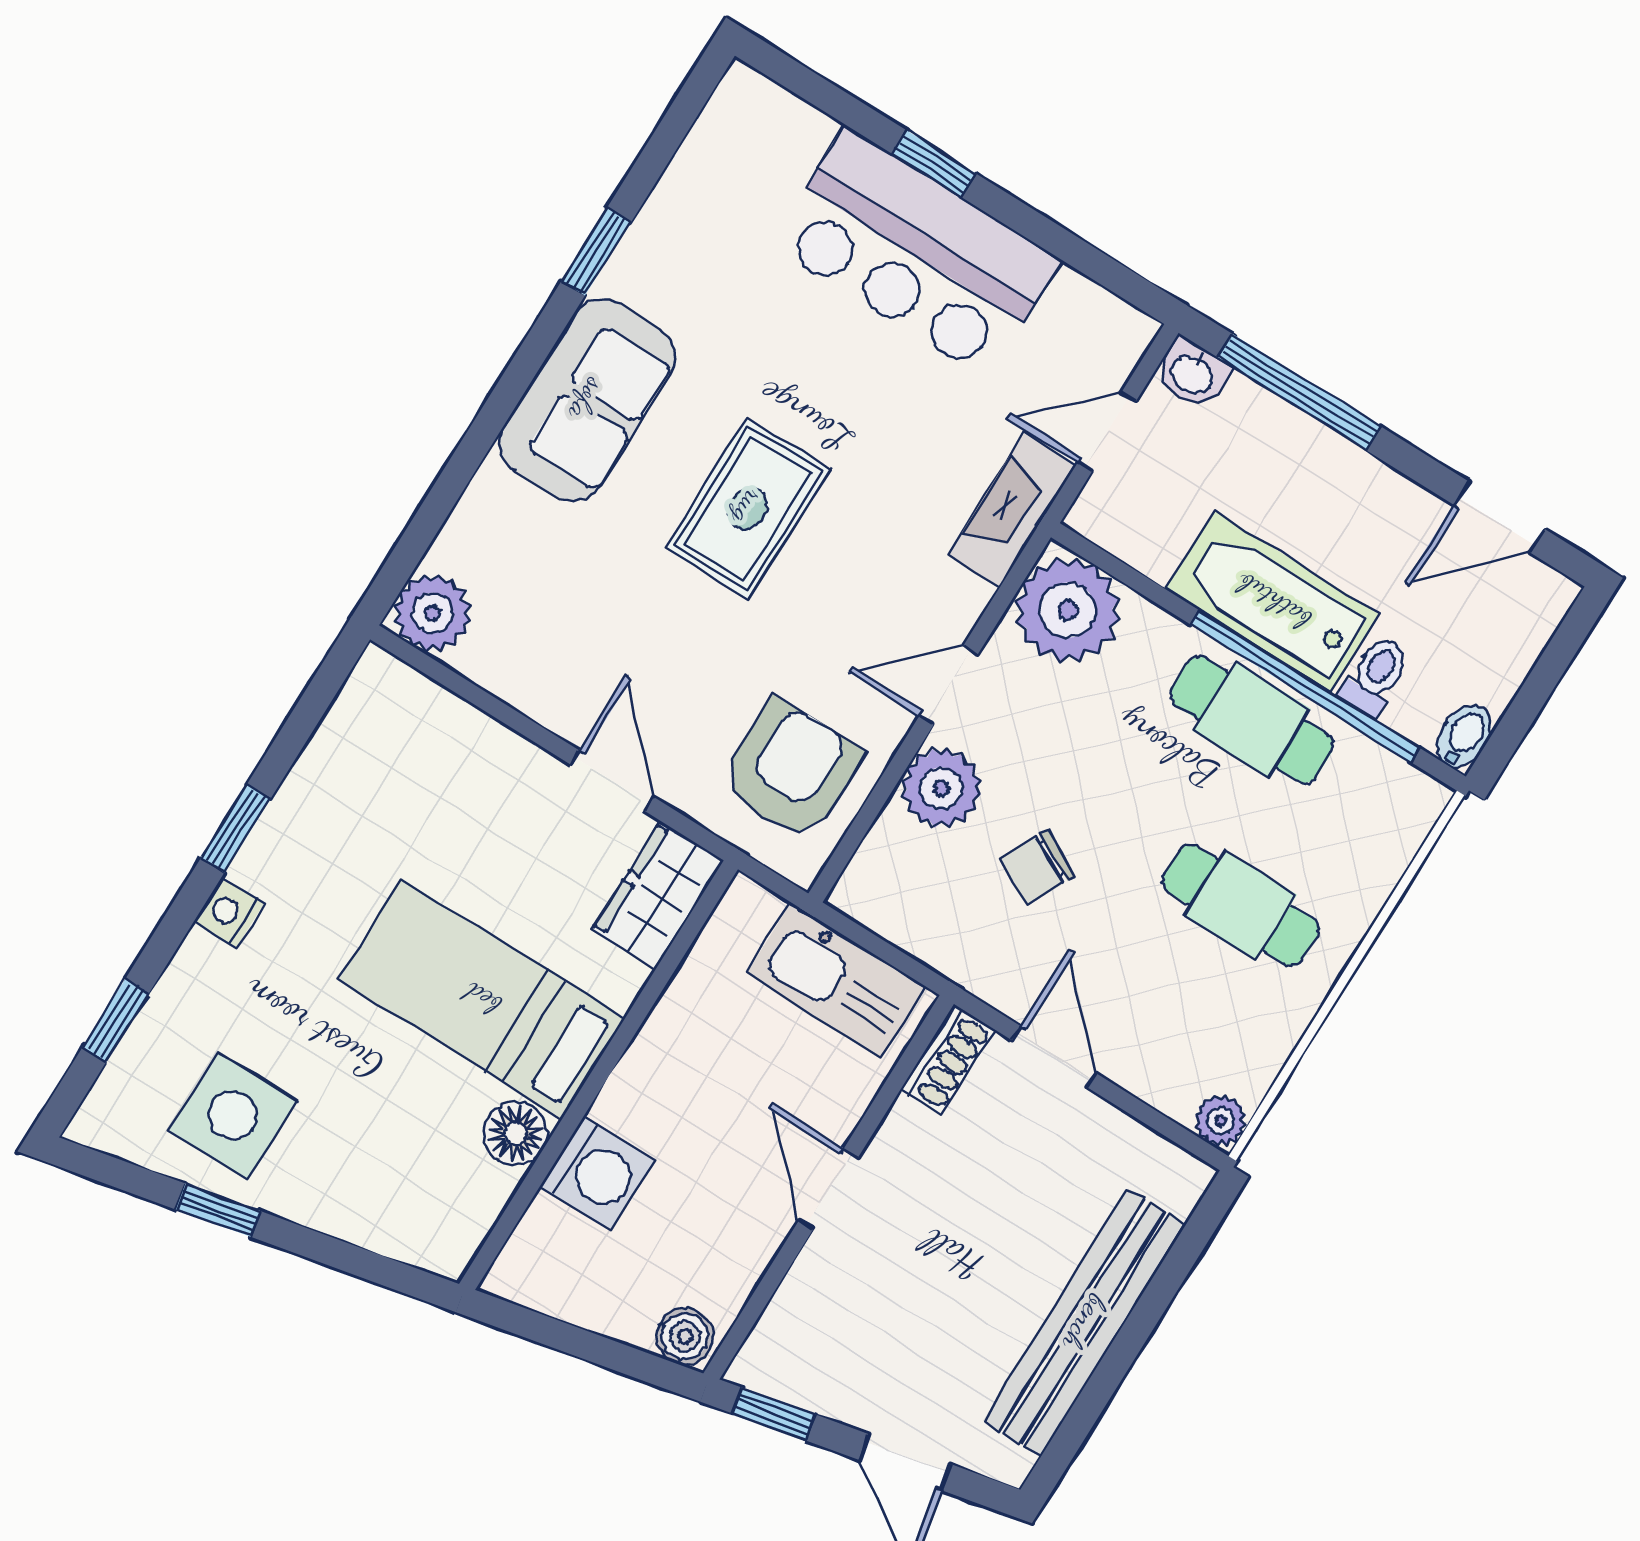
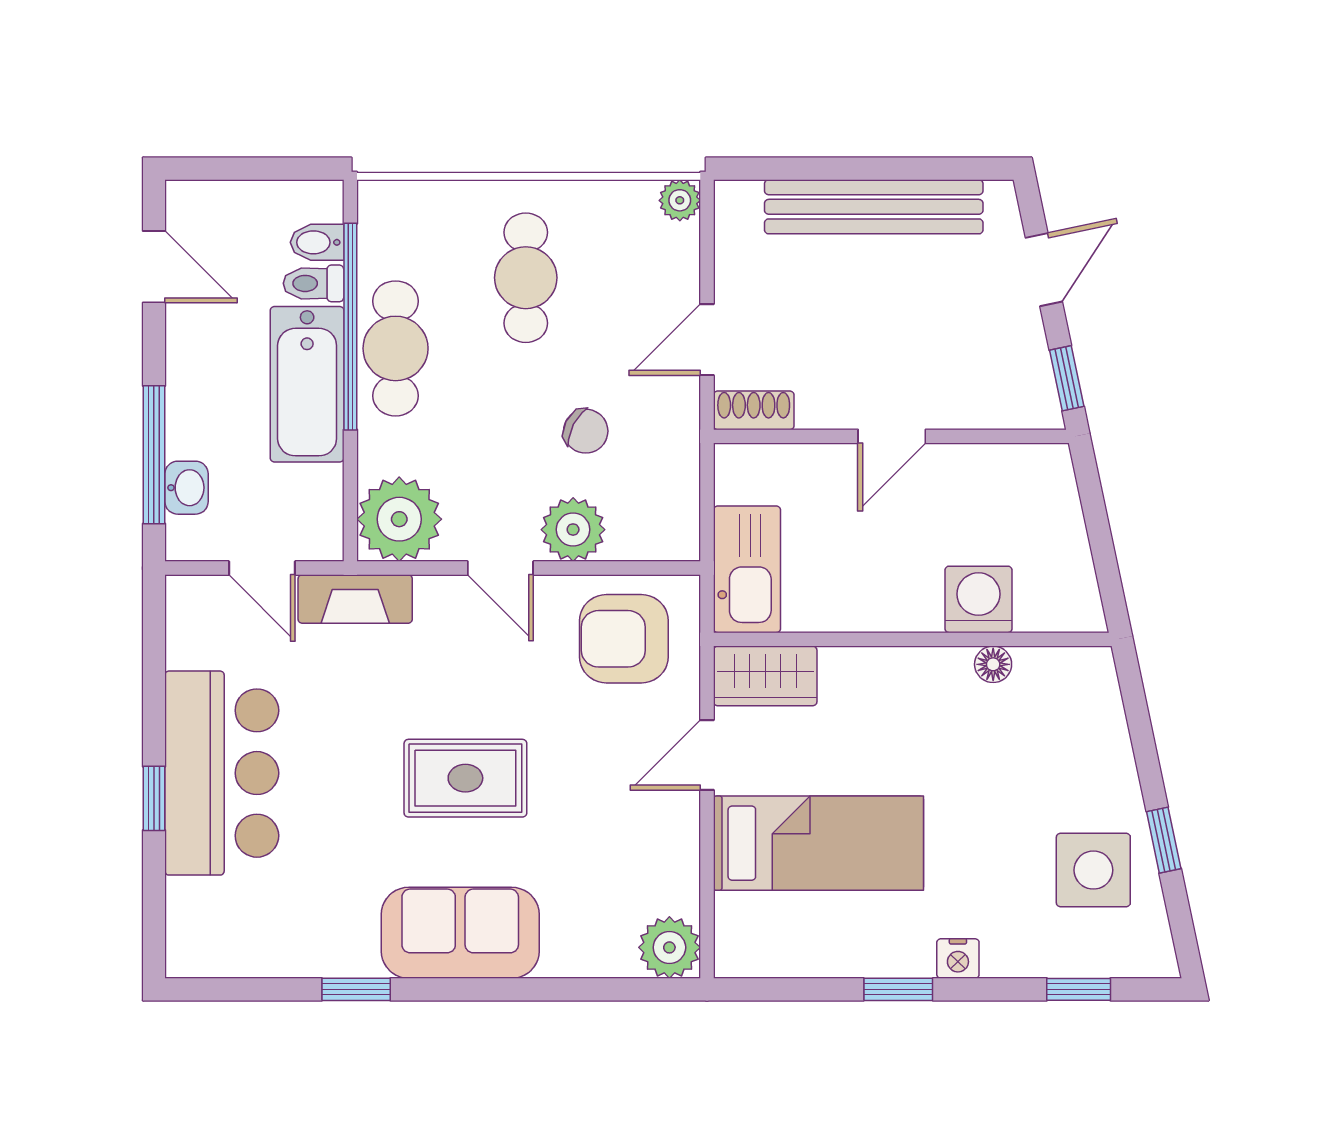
washbasin: (1193, 373) -> (187, 488), moved
bidet: (1464, 736) -> (317, 242), moved
kitchen sink: (836, 980) -> (747, 569), moved
bed: (482, 999) -> (818, 843), moved, turned -90
floor lamp: (516, 1134) -> (993, 664), width x0.73, depth x0.73
boiler: (685, 1336) -> (1052, 471), removed

